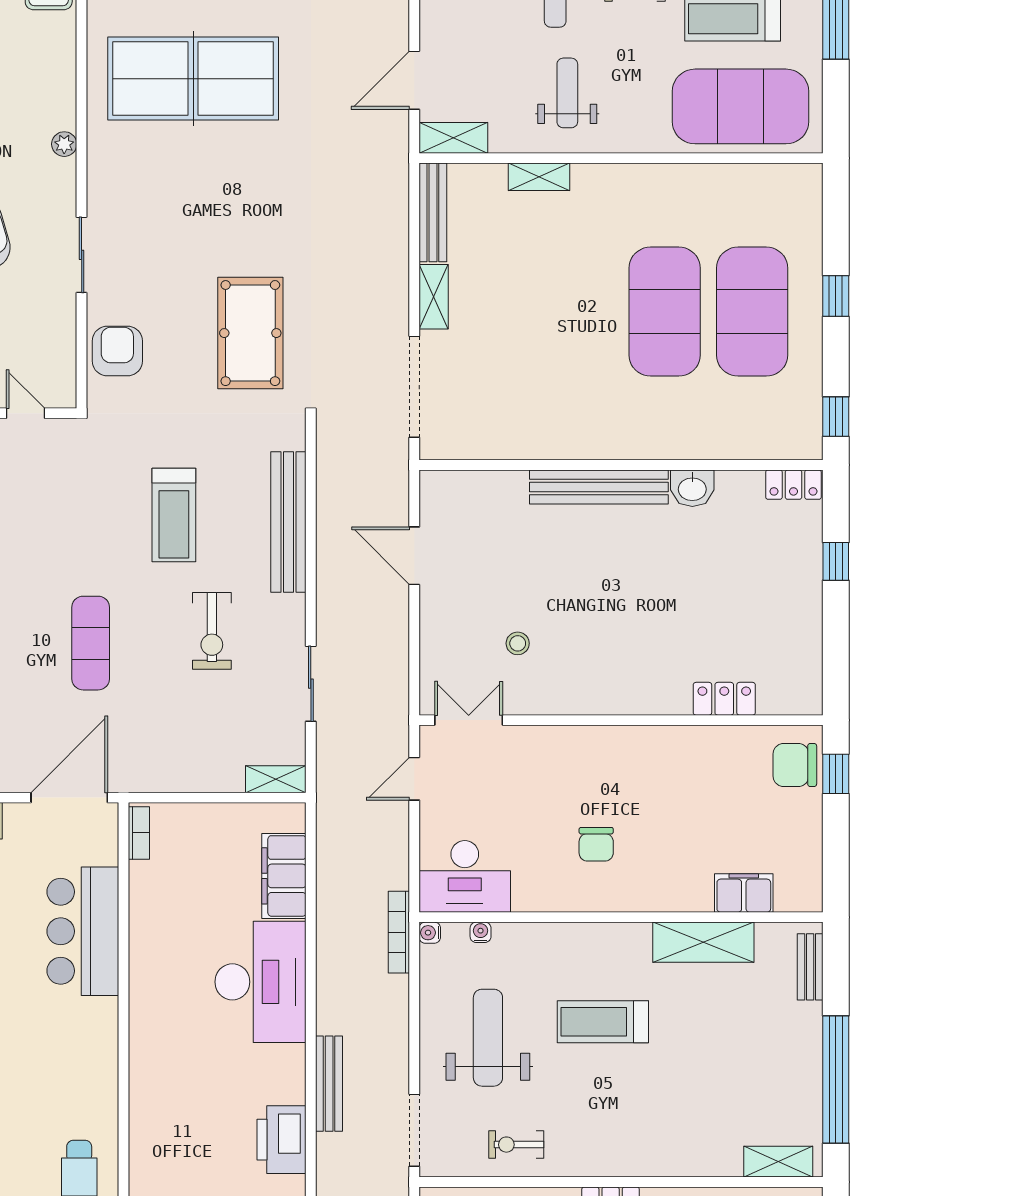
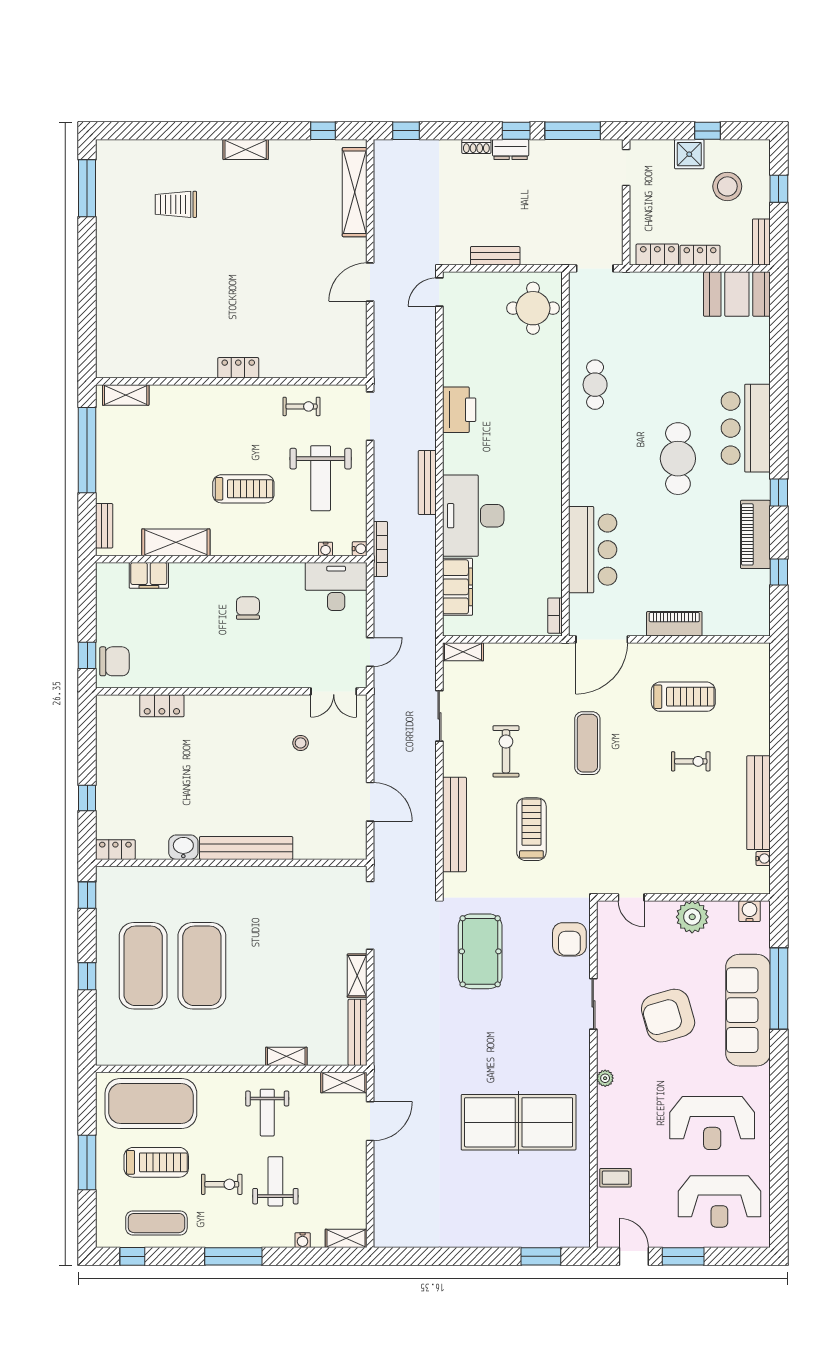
bench: (329, 1084) -> (427, 483), moved

